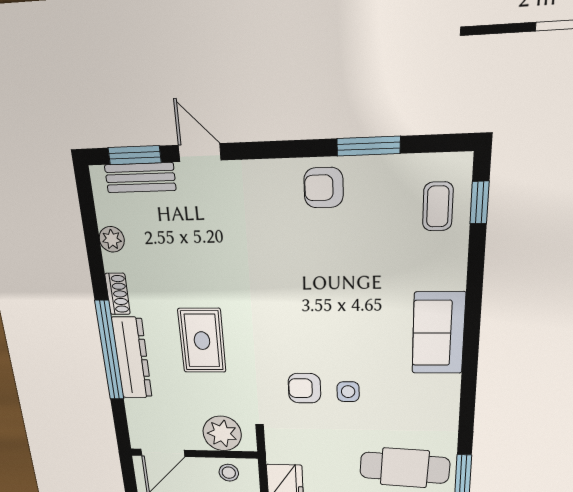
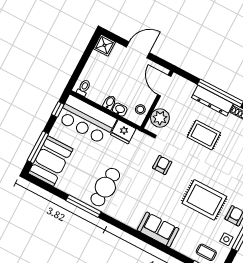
rug: (326, 272) -> (204, 200), added
side table: (348, 392) -> (226, 239), moved

